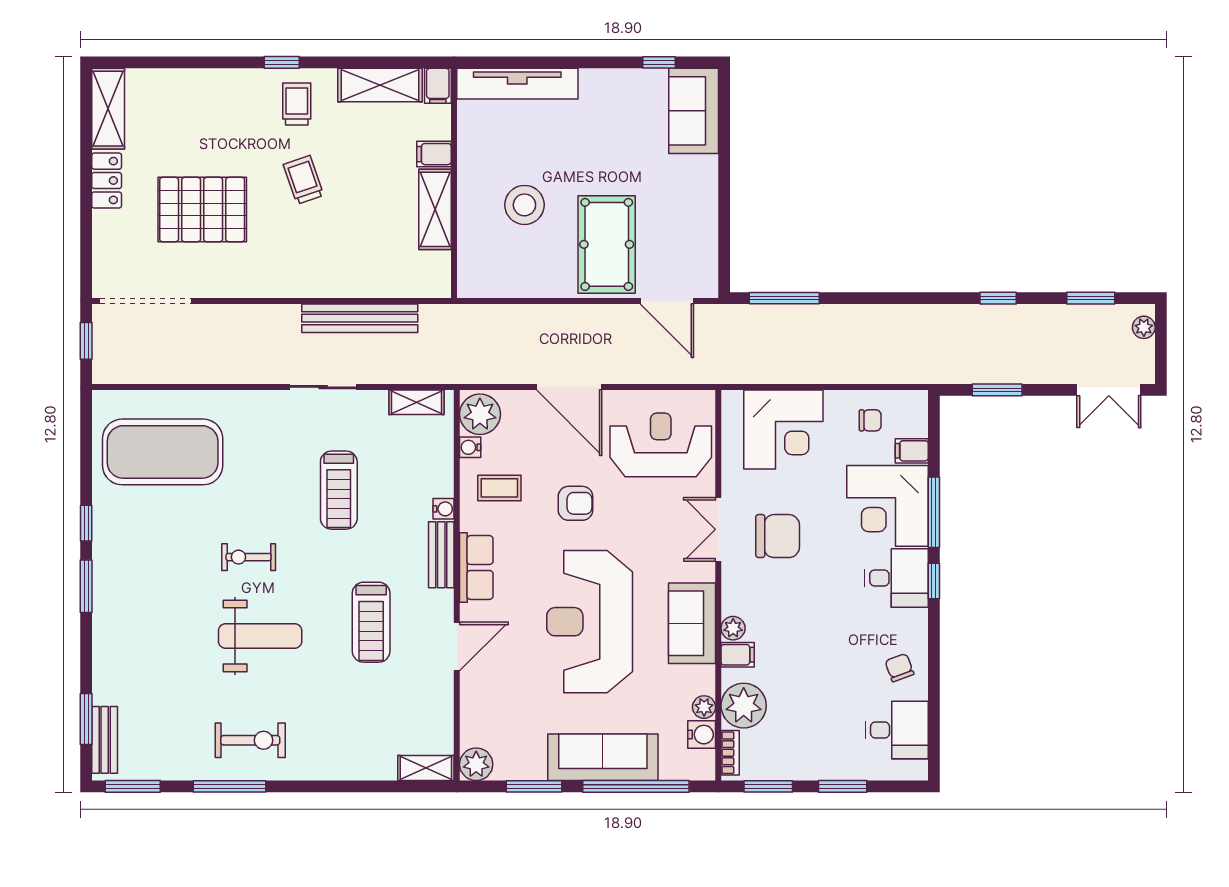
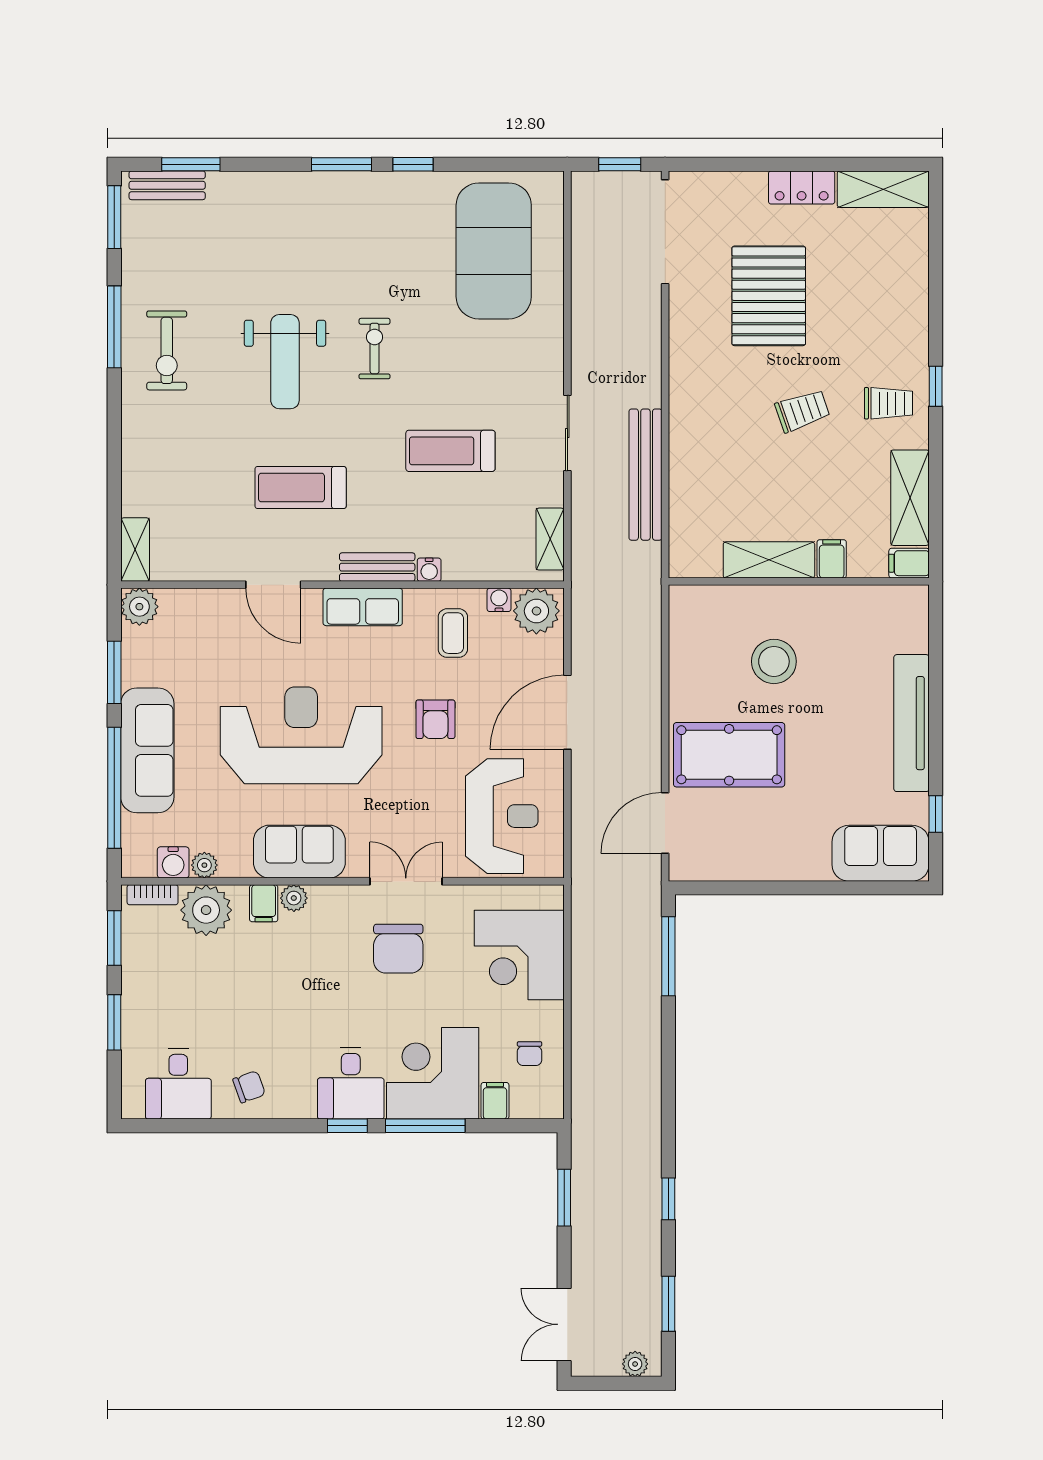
tv unit: (517, 84) -> (912, 723), moved

